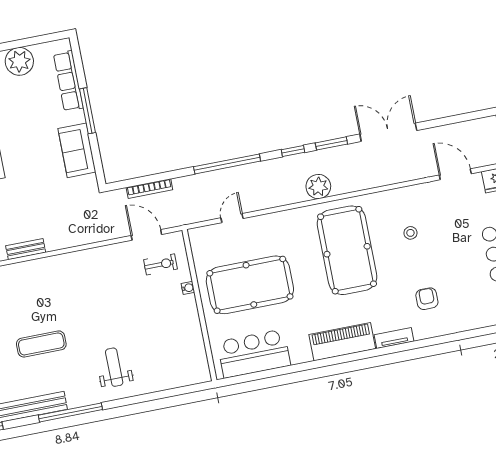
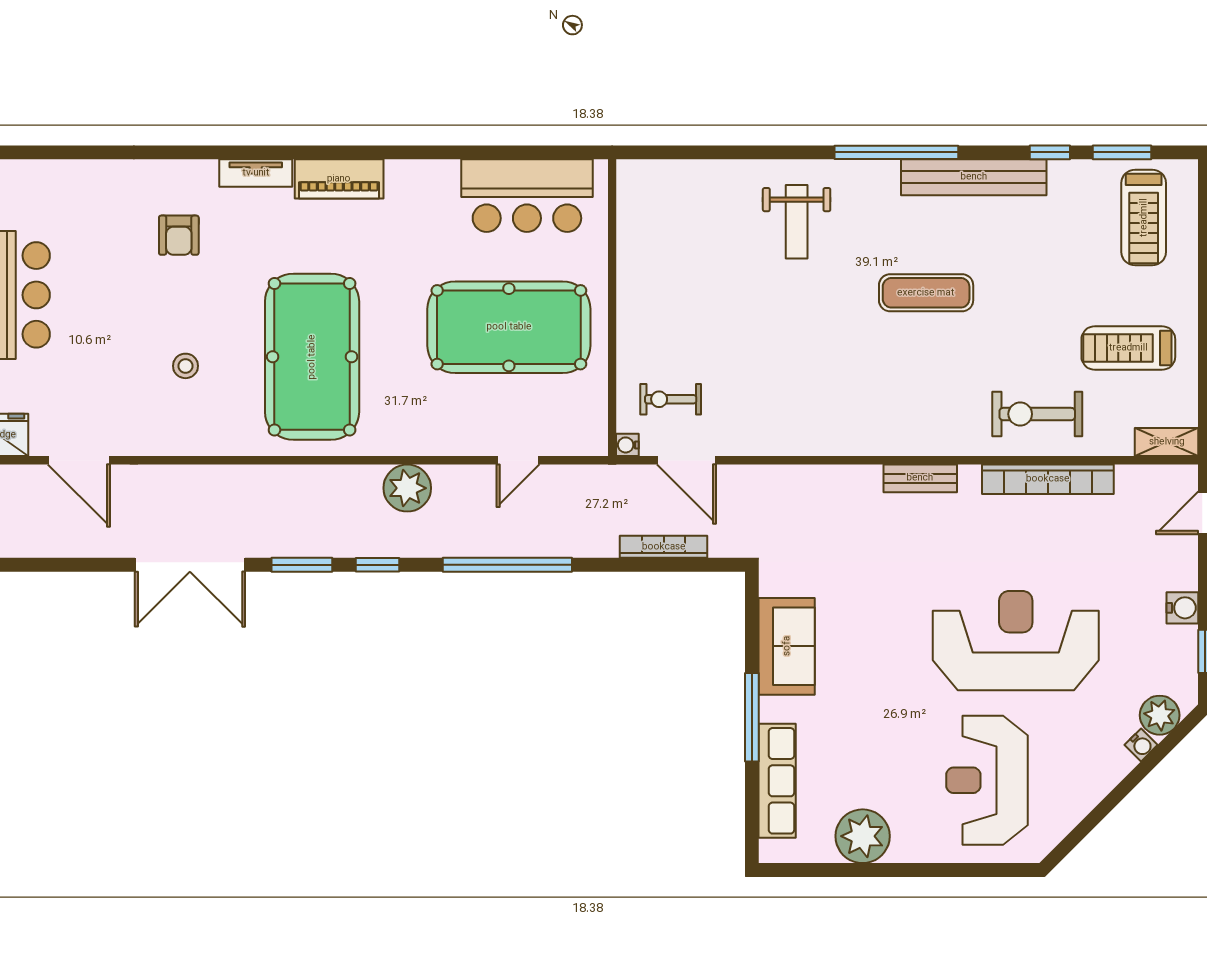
plant: (318, 187) -> (407, 488), moved
water cooler: (188, 288) -> (627, 445), moved
piano: (342, 342) -> (339, 179), width x0.73, depth x0.75

